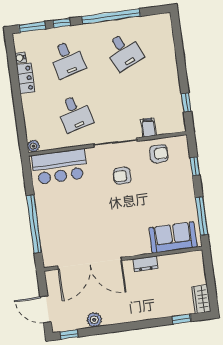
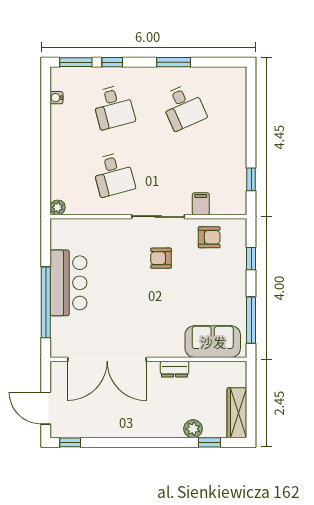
window: (111, 16) -> (174, 62), width x0.47
locker: (26, 78) -> (59, 123), removed
bar counter: (60, 167) -> (68, 283), moved, turned -90
wardrobe: (201, 299) -> (237, 413), width x1.50
plant: (94, 320) -> (193, 429), moved

